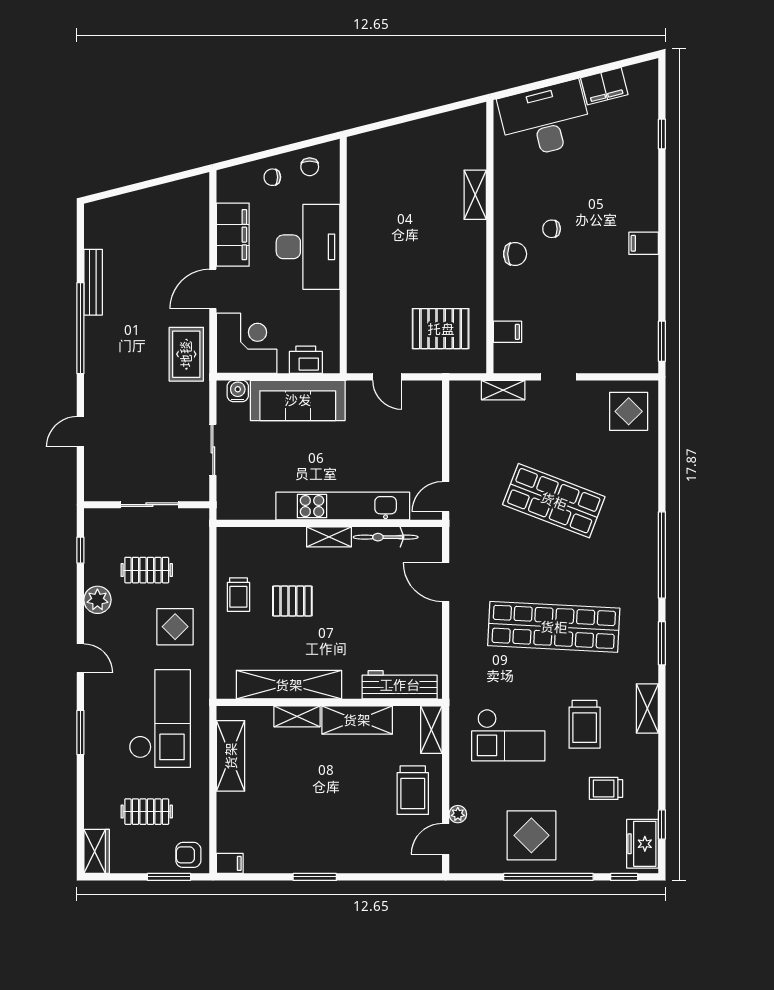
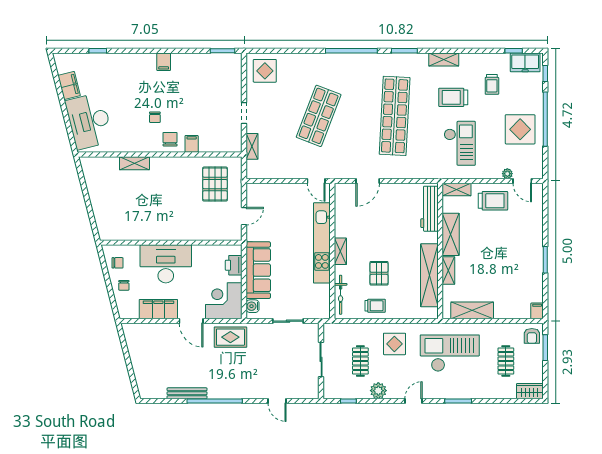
filing cabinet: (507, 332) -> (192, 144), moved
bicycle: (386, 537) -> (341, 295), moved
trolley: (585, 724) -> (453, 97), turned 180

